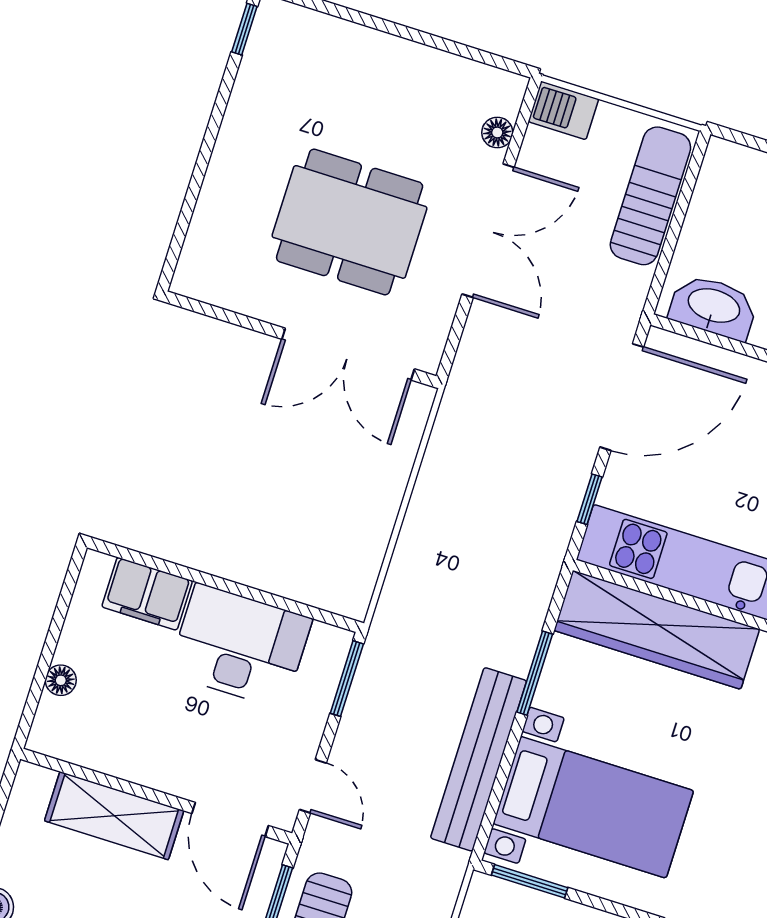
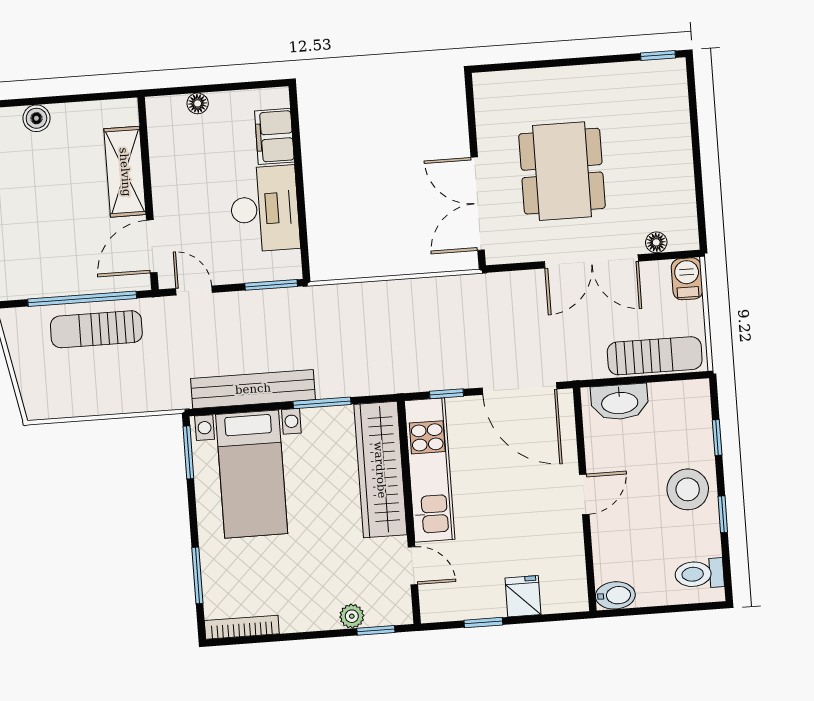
washbasin: (713, 307) -> (620, 402), moved, turned 90
door: (313, 786) -> (194, 291), swing flipped

